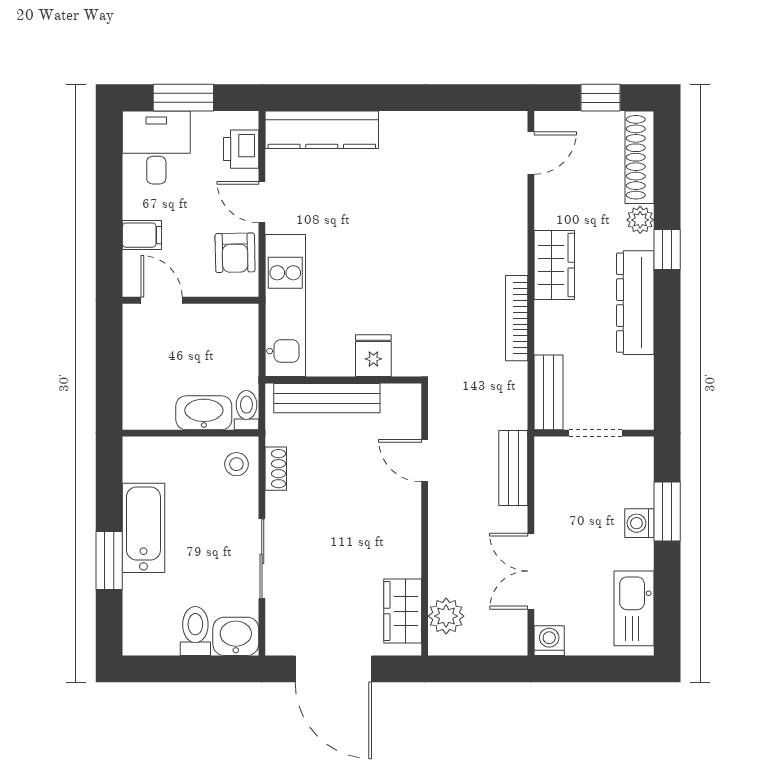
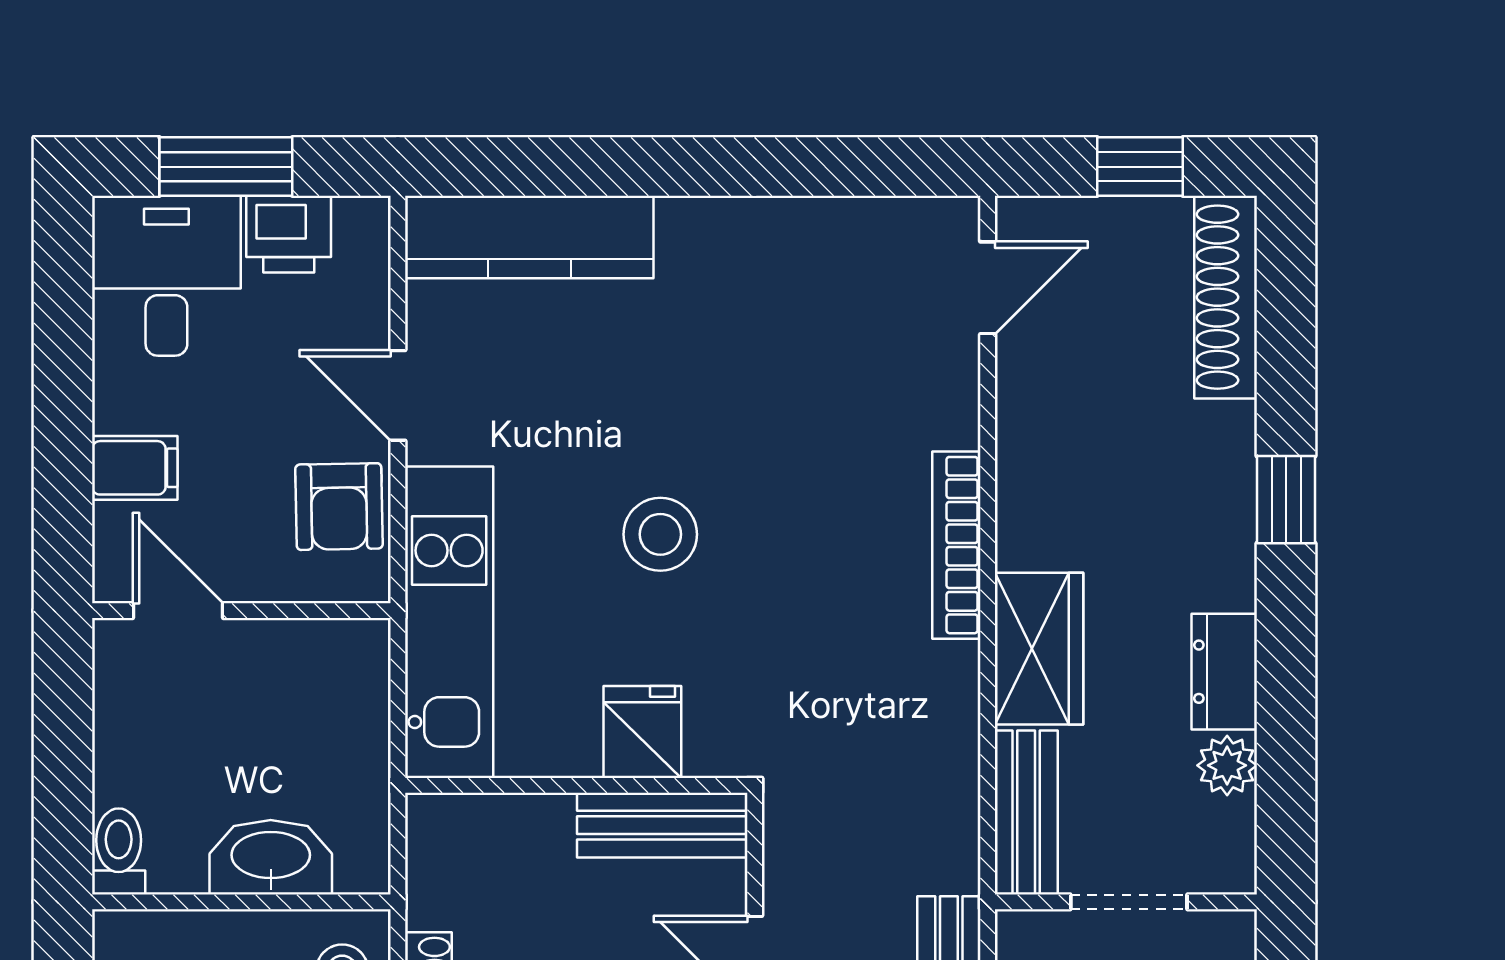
printer: (241, 149) -> (289, 234), moved, turned -90
plant: (640, 220) -> (1227, 765), moved
stool: (382, 265) -> (660, 534), added
wardrobe: (554, 265) -> (1039, 649), moved
dresser: (635, 303) -> (1224, 672), width x0.51, depth x0.80
bookcase: (517, 318) -> (956, 545), moved
bench: (327, 398) -> (662, 825), moved, width x0.73
toilet: (246, 410) -> (119, 851), moved

